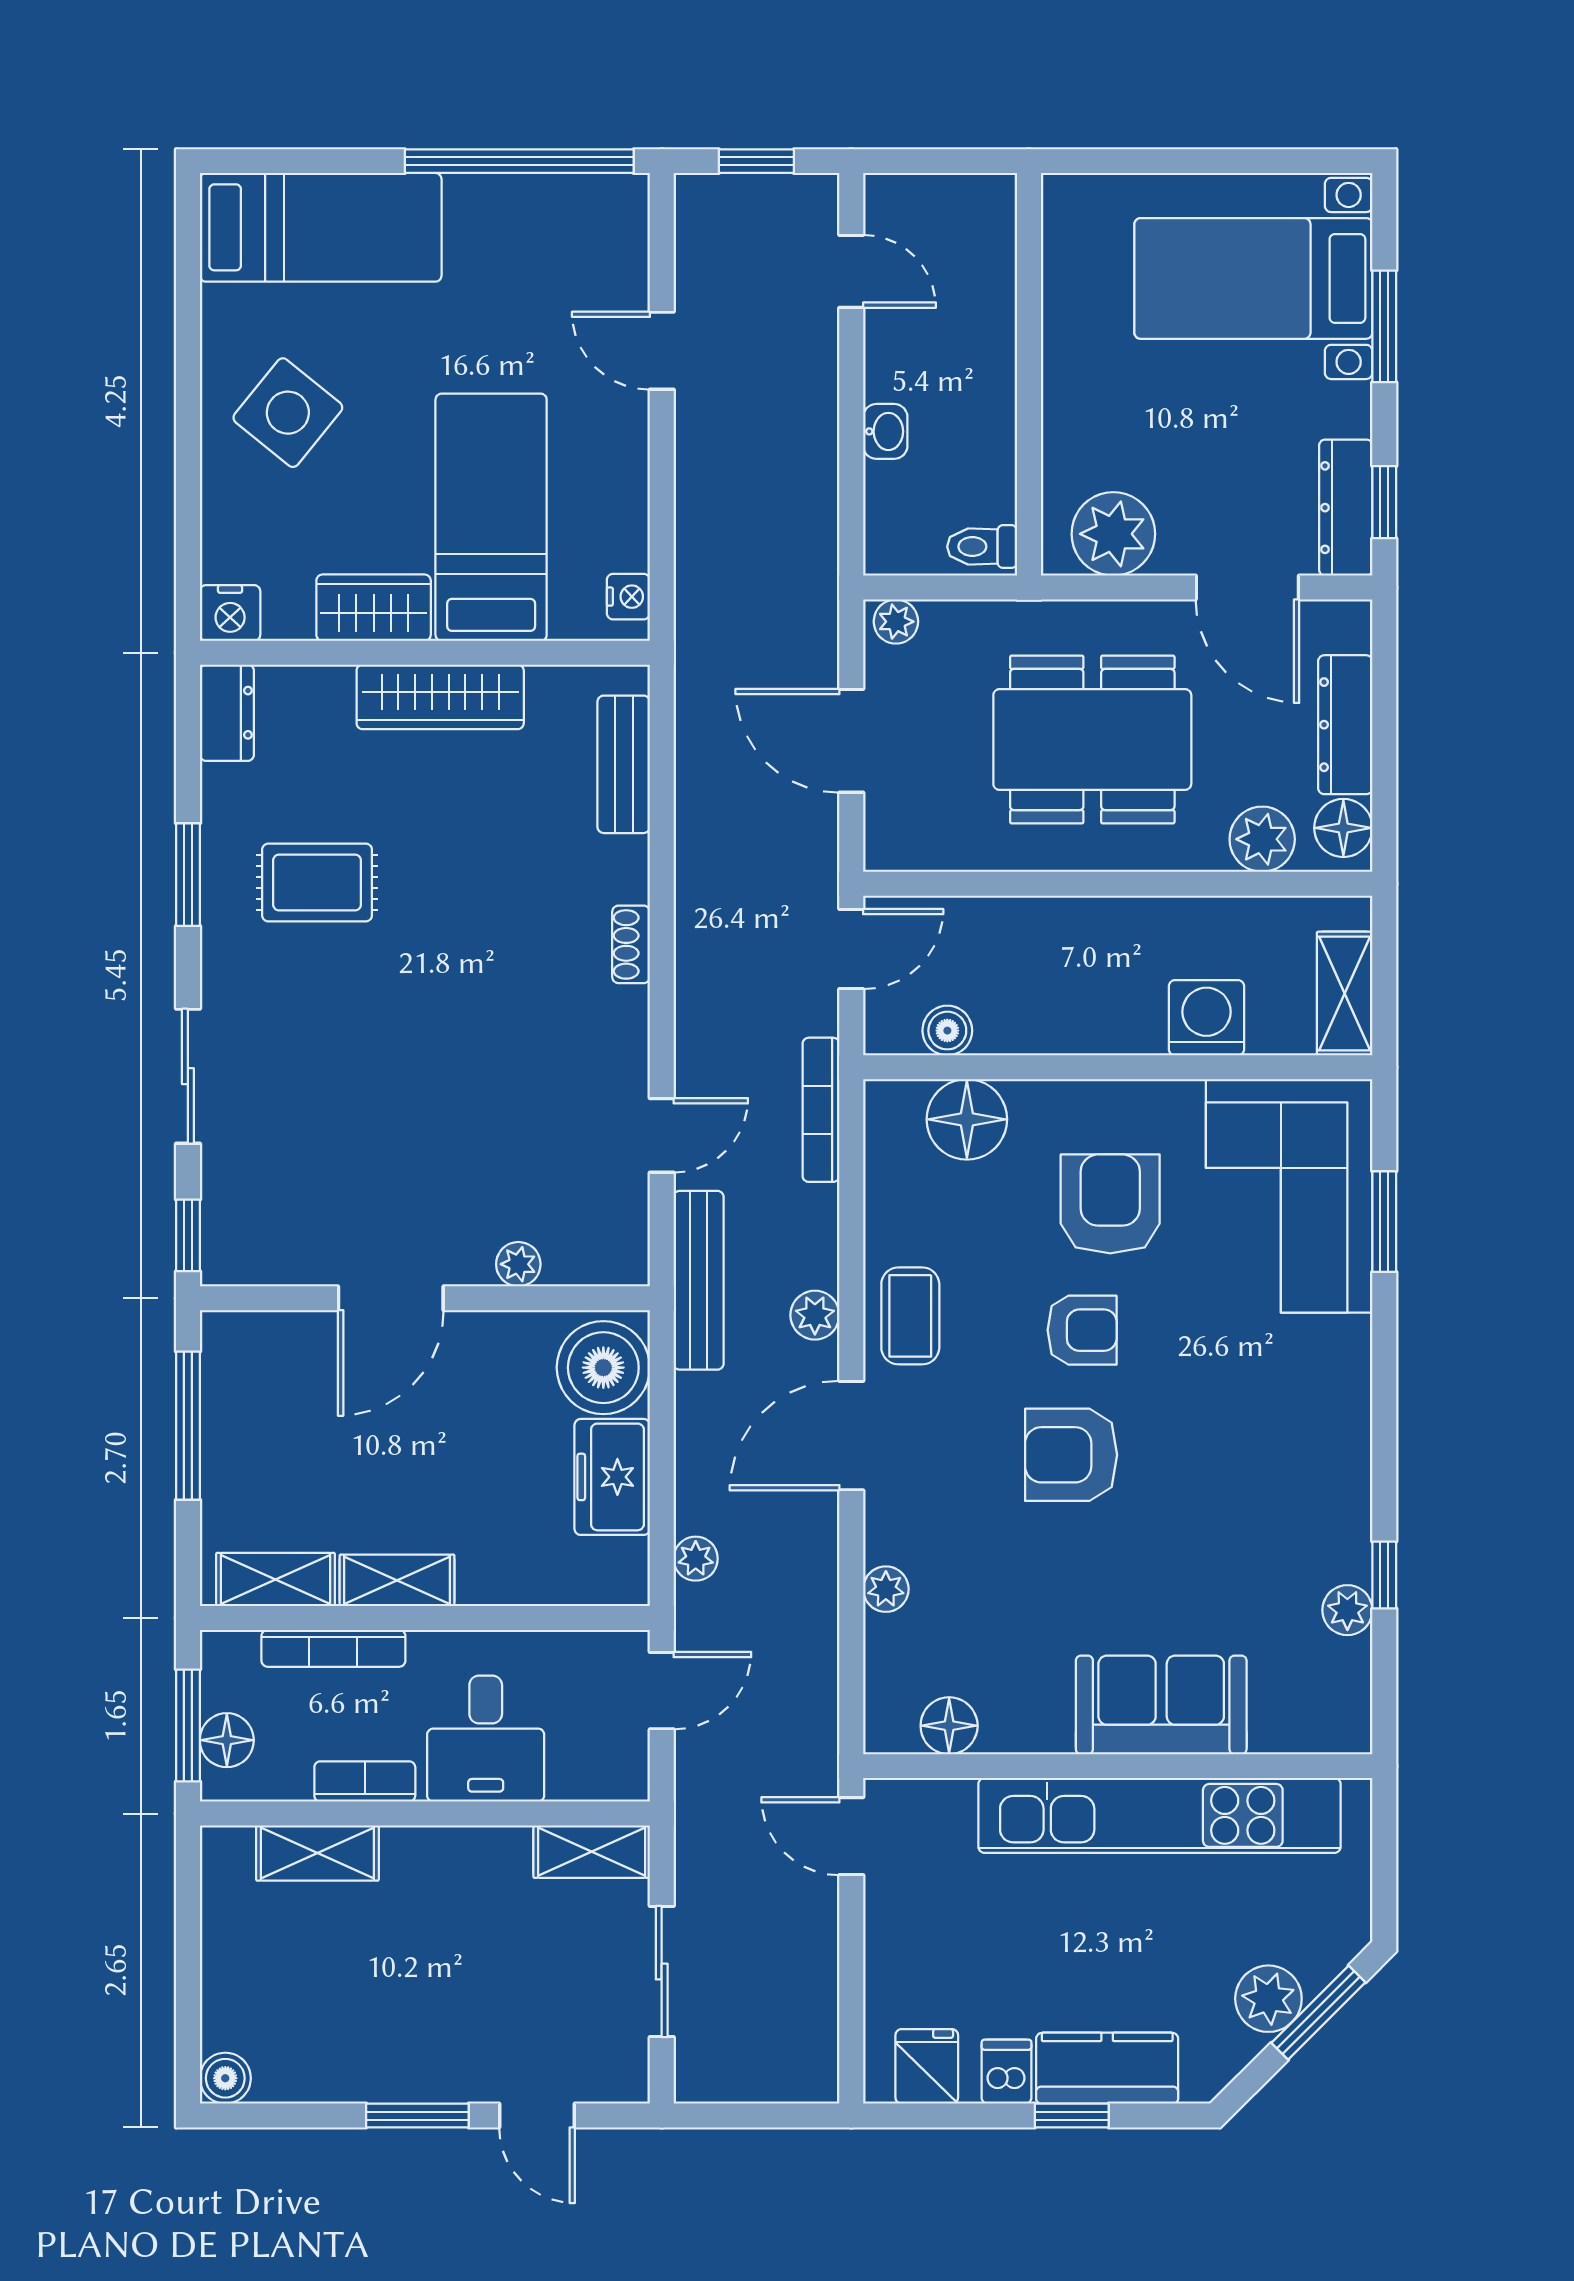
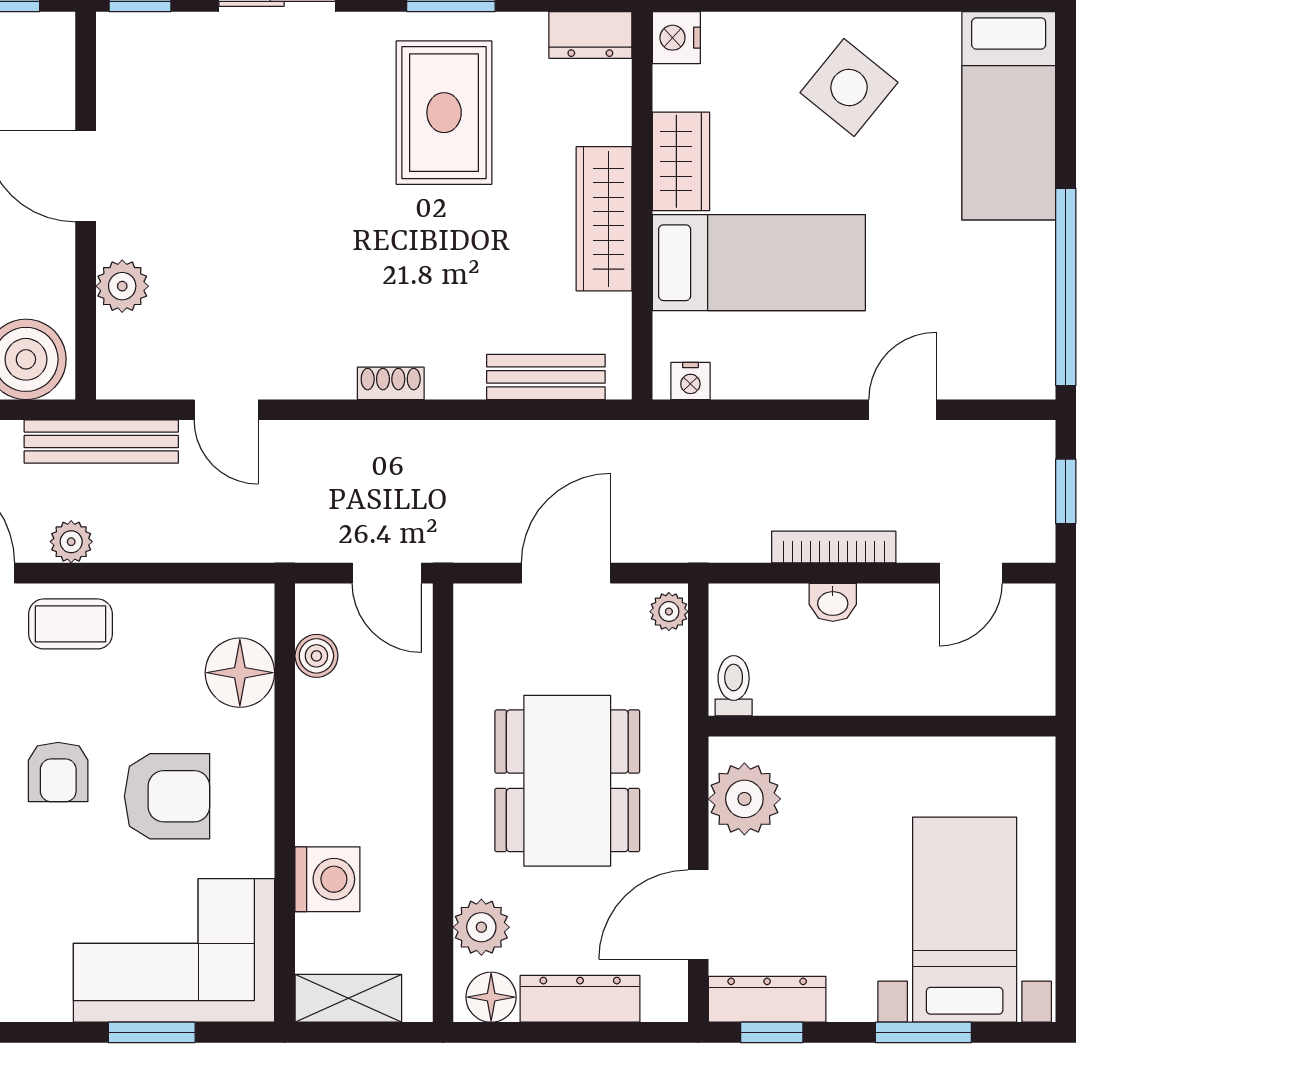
rug: (317, 883) -> (444, 113), width x1.36, depth x1.43
bookcase: (821, 1110) -> (834, 547), moved
plant: (518, 1264) -> (122, 286), width x1.38, depth x1.38

